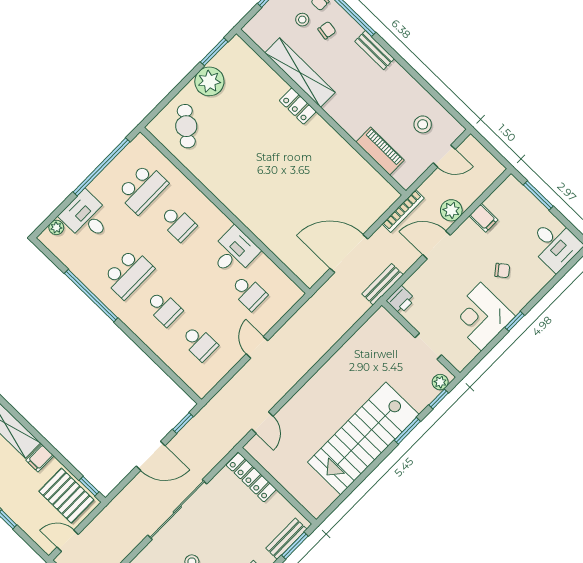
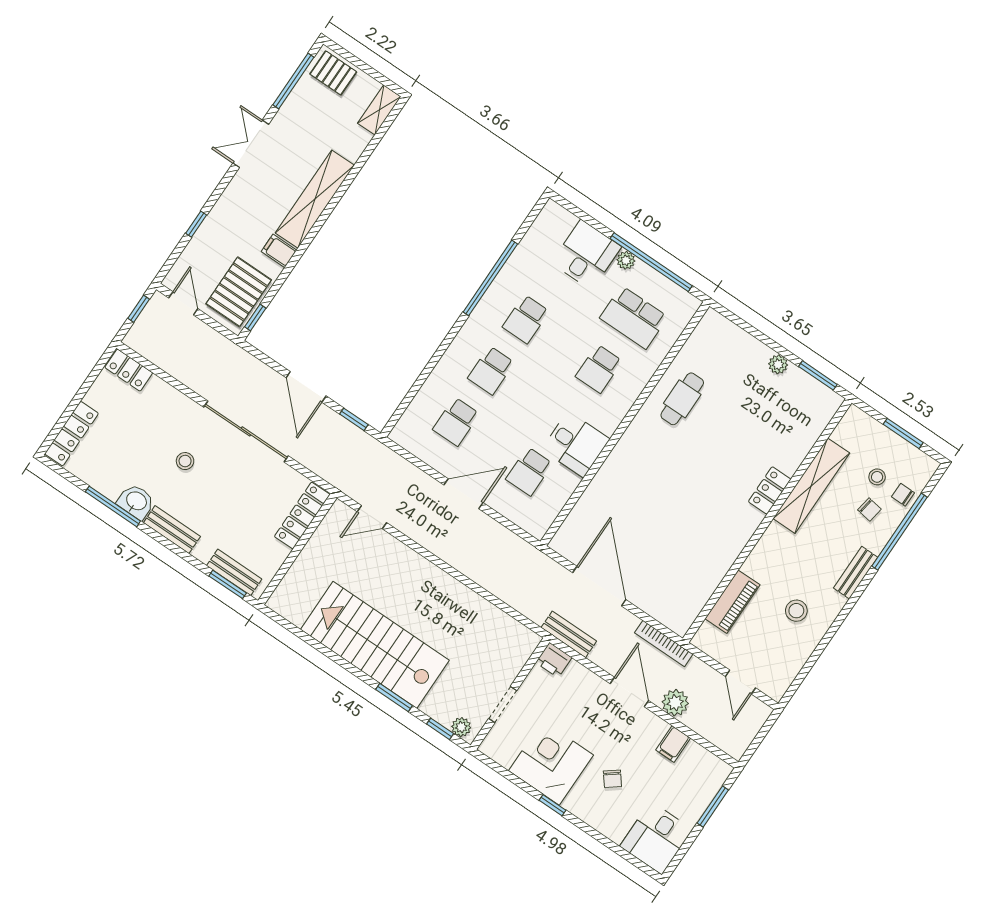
plant: (209, 81) -> (778, 364), width x0.53, depth x0.53
stool: (423, 124) -> (796, 611), moved
cafe table: (186, 126) -> (682, 399), moved, turned -40
plant: (56, 227) -> (626, 260), moved
school desk: (128, 274) -> (526, 319), width x0.54
door: (257, 347) -> (463, 494), width x1.38

